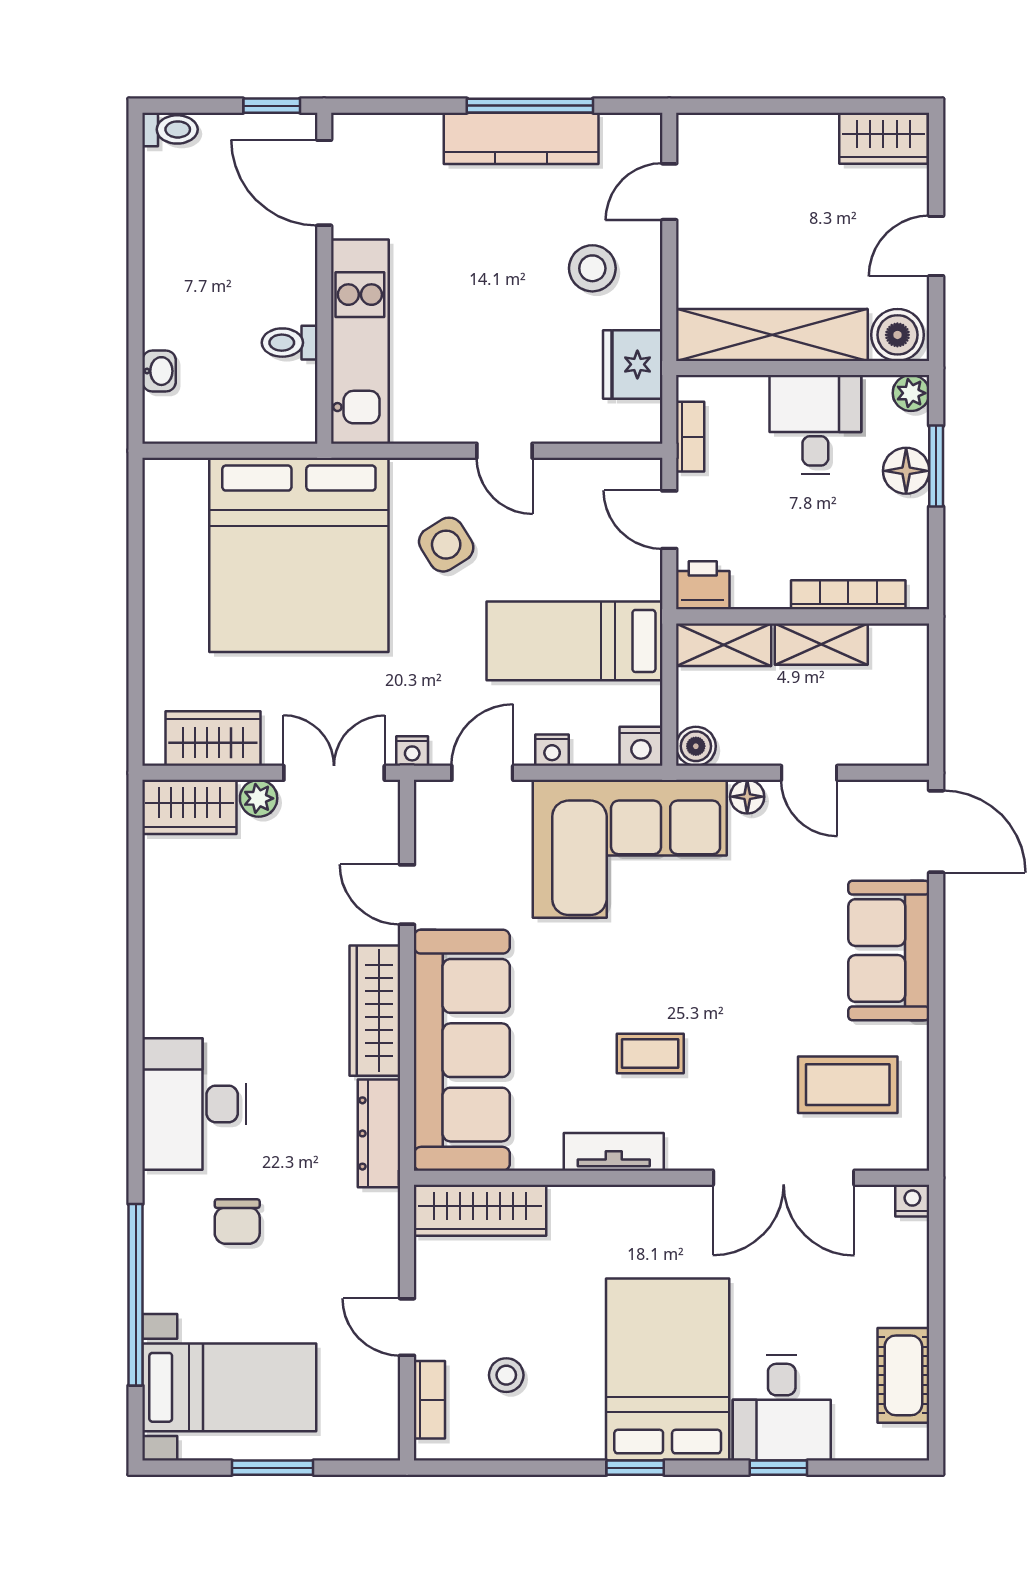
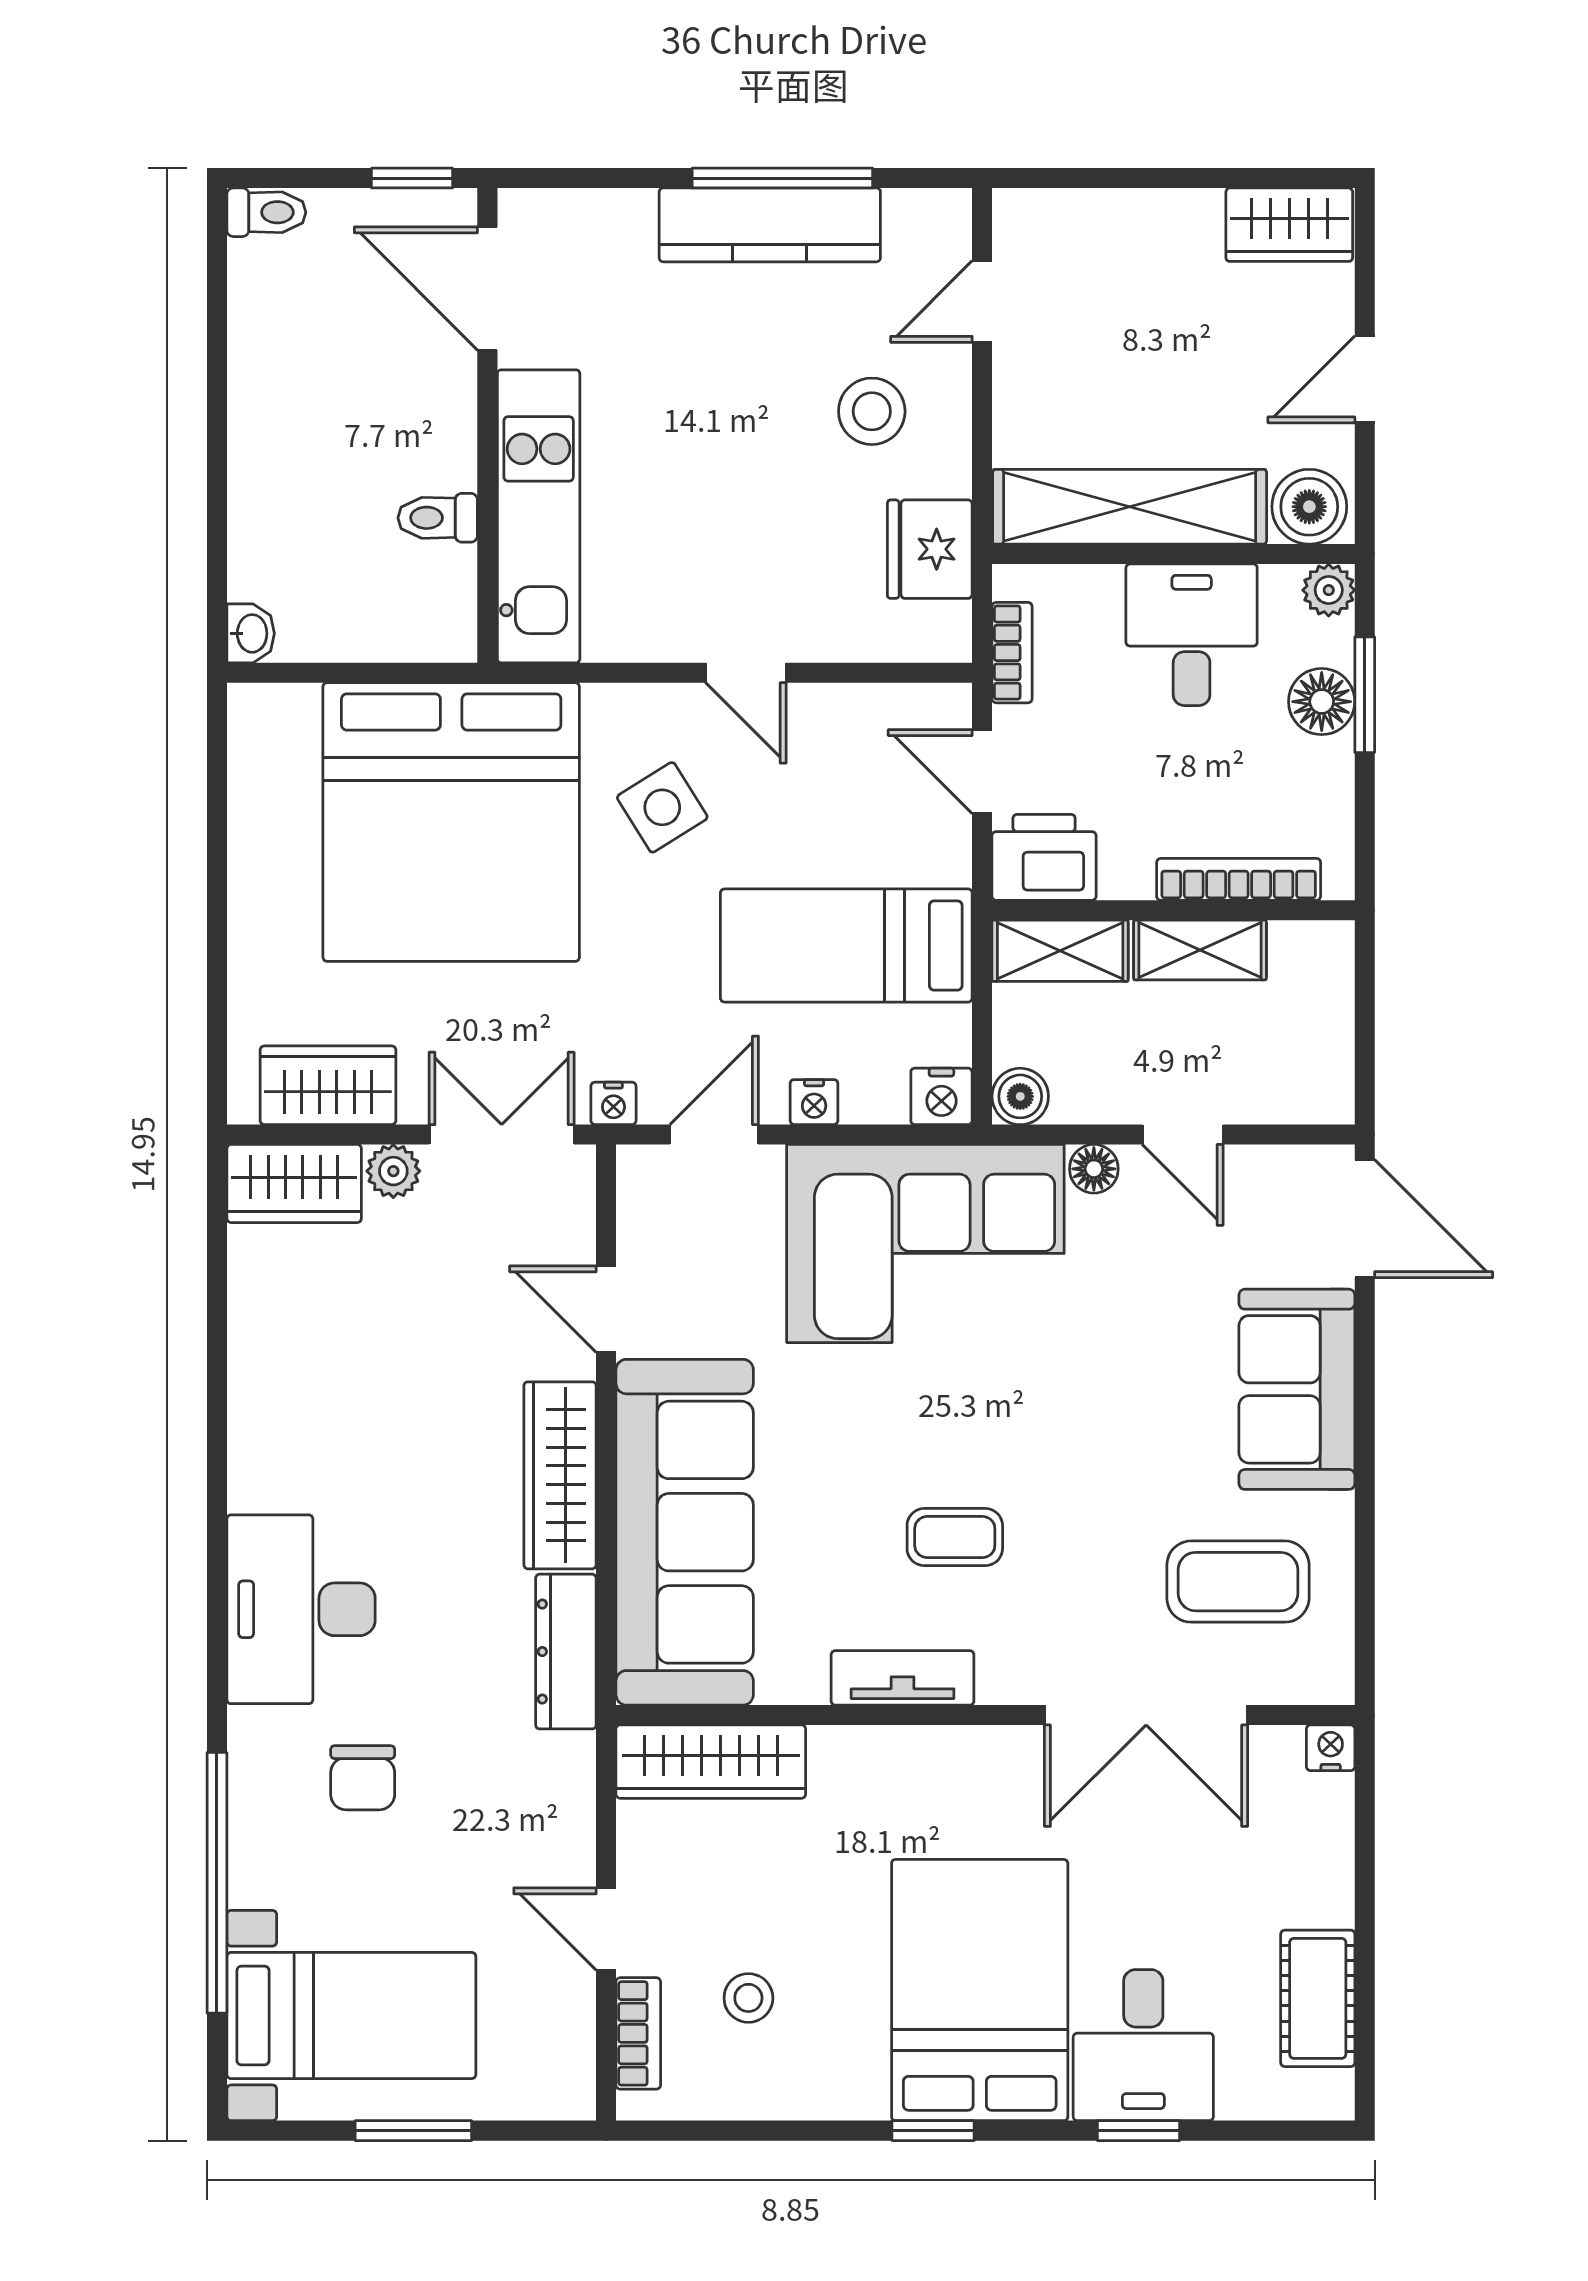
washbasin: (159, 371) -> (251, 633), moved
printer: (703, 585) -> (1044, 857), width x1.36, depth x1.24

